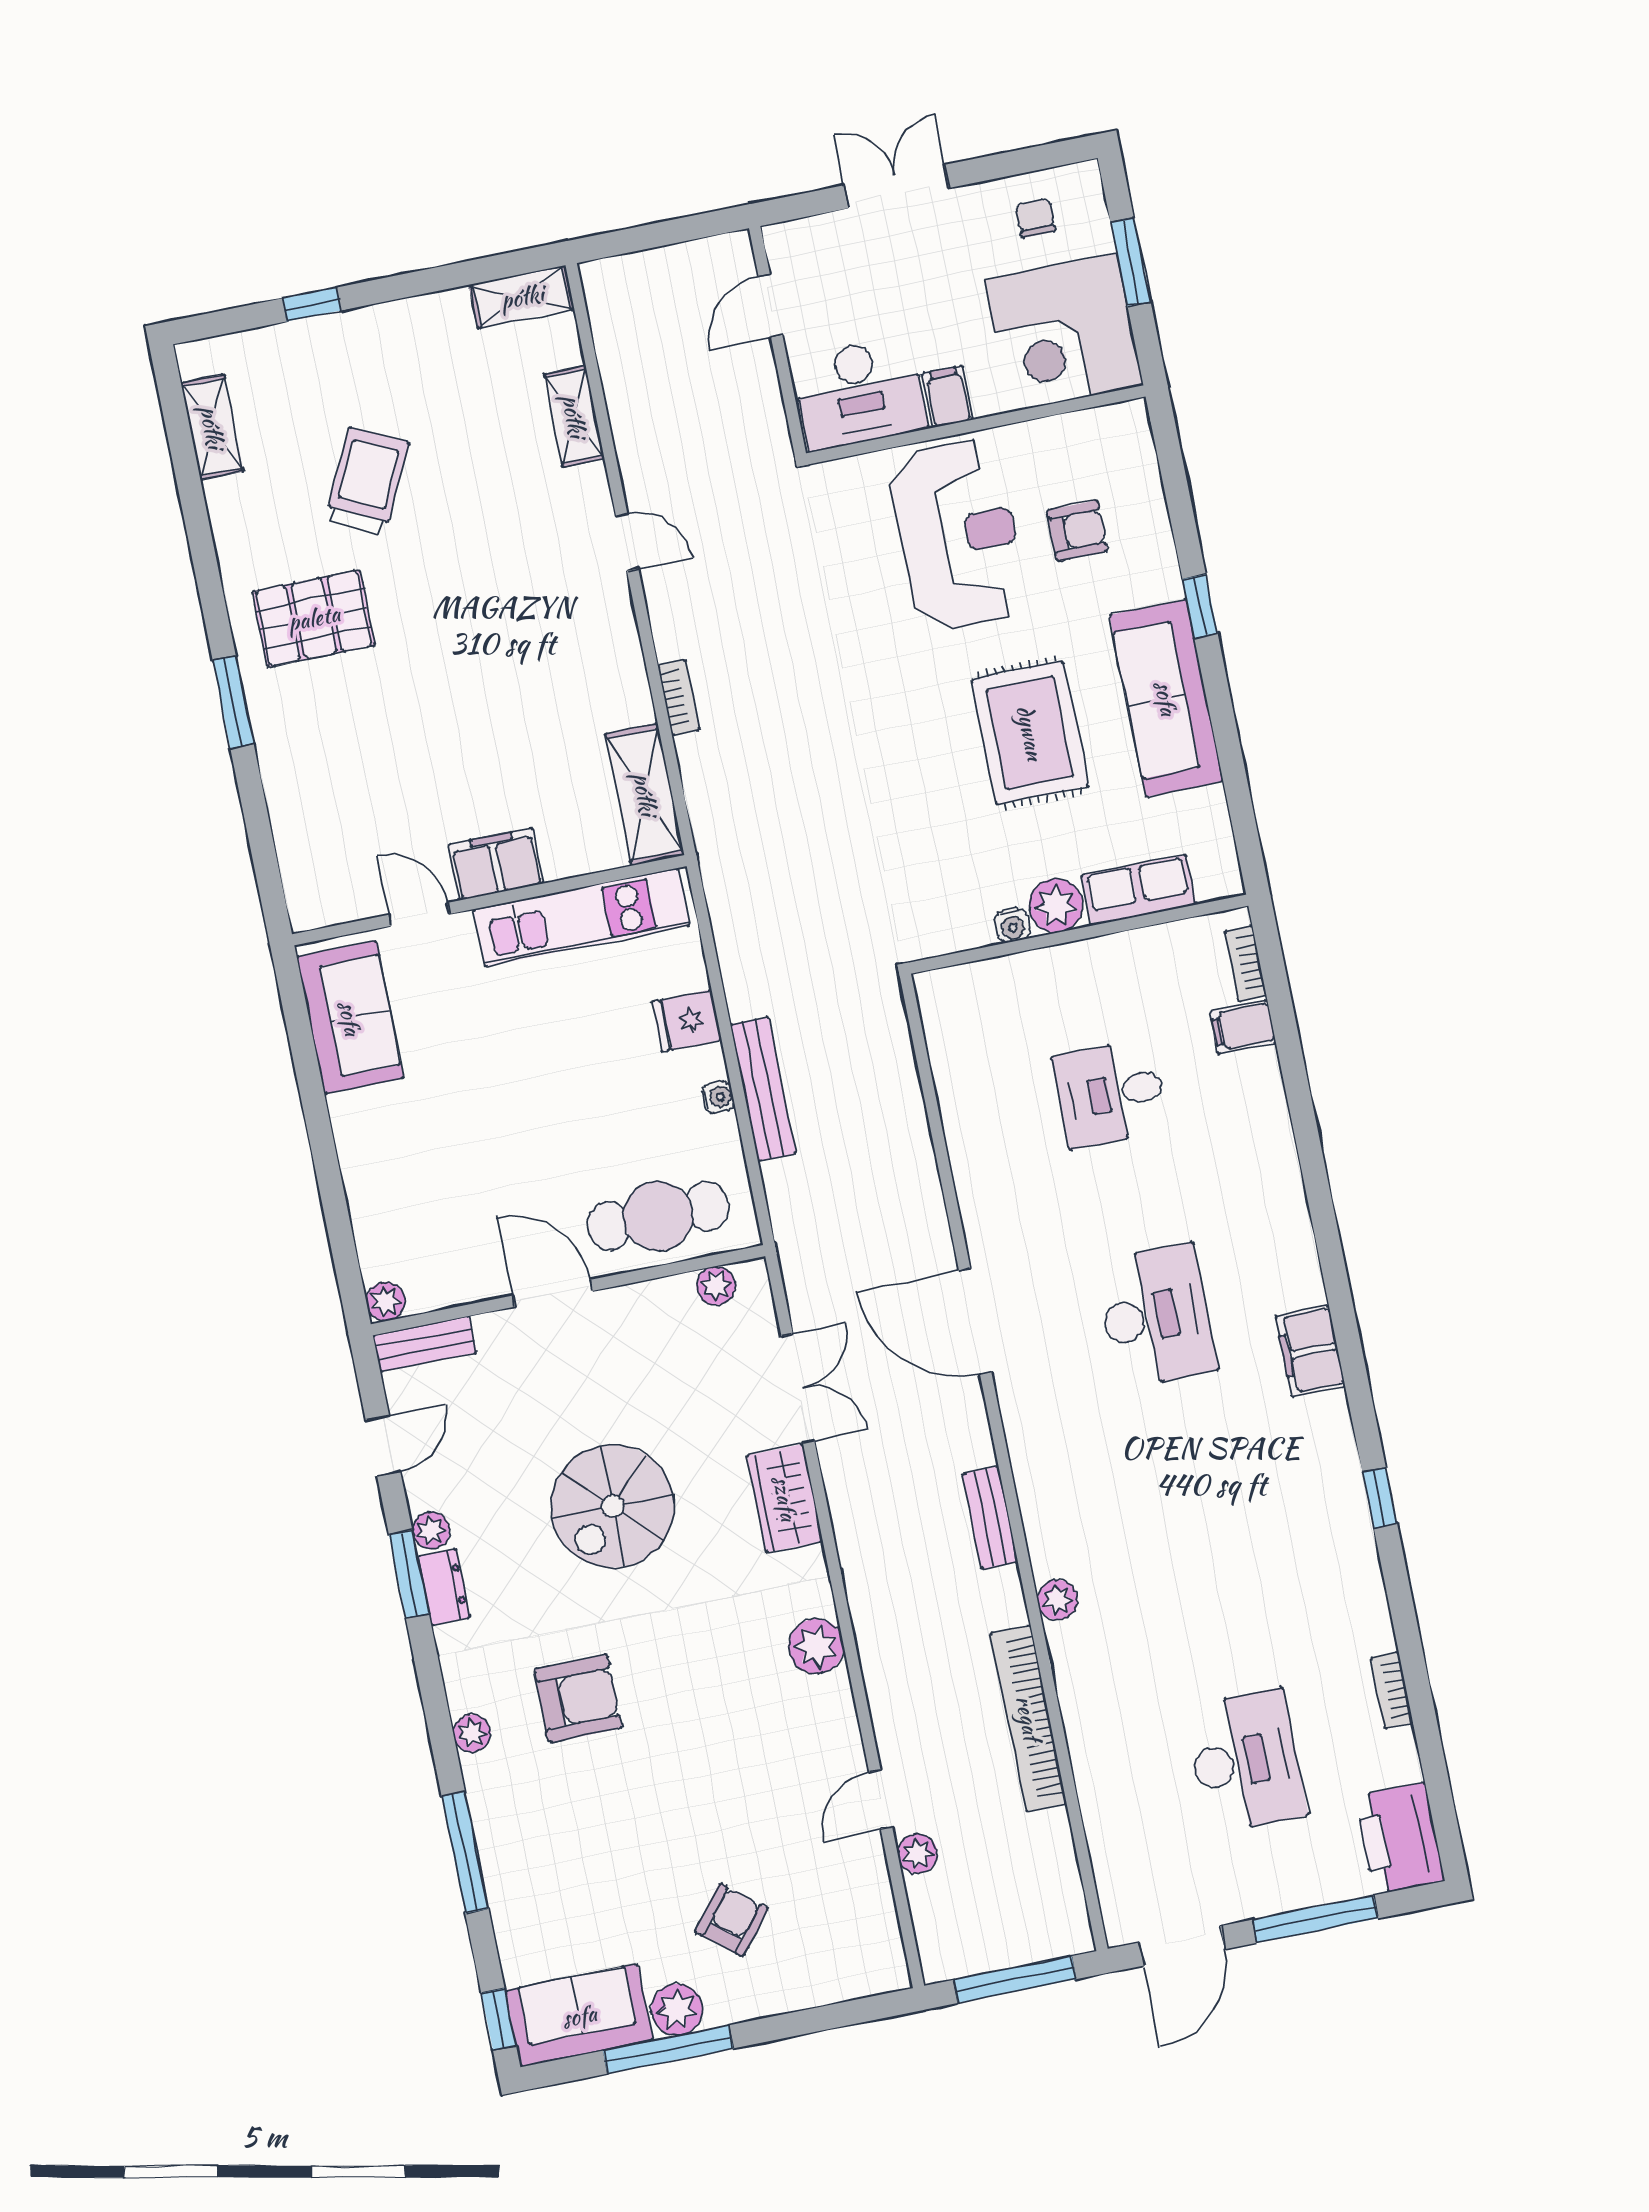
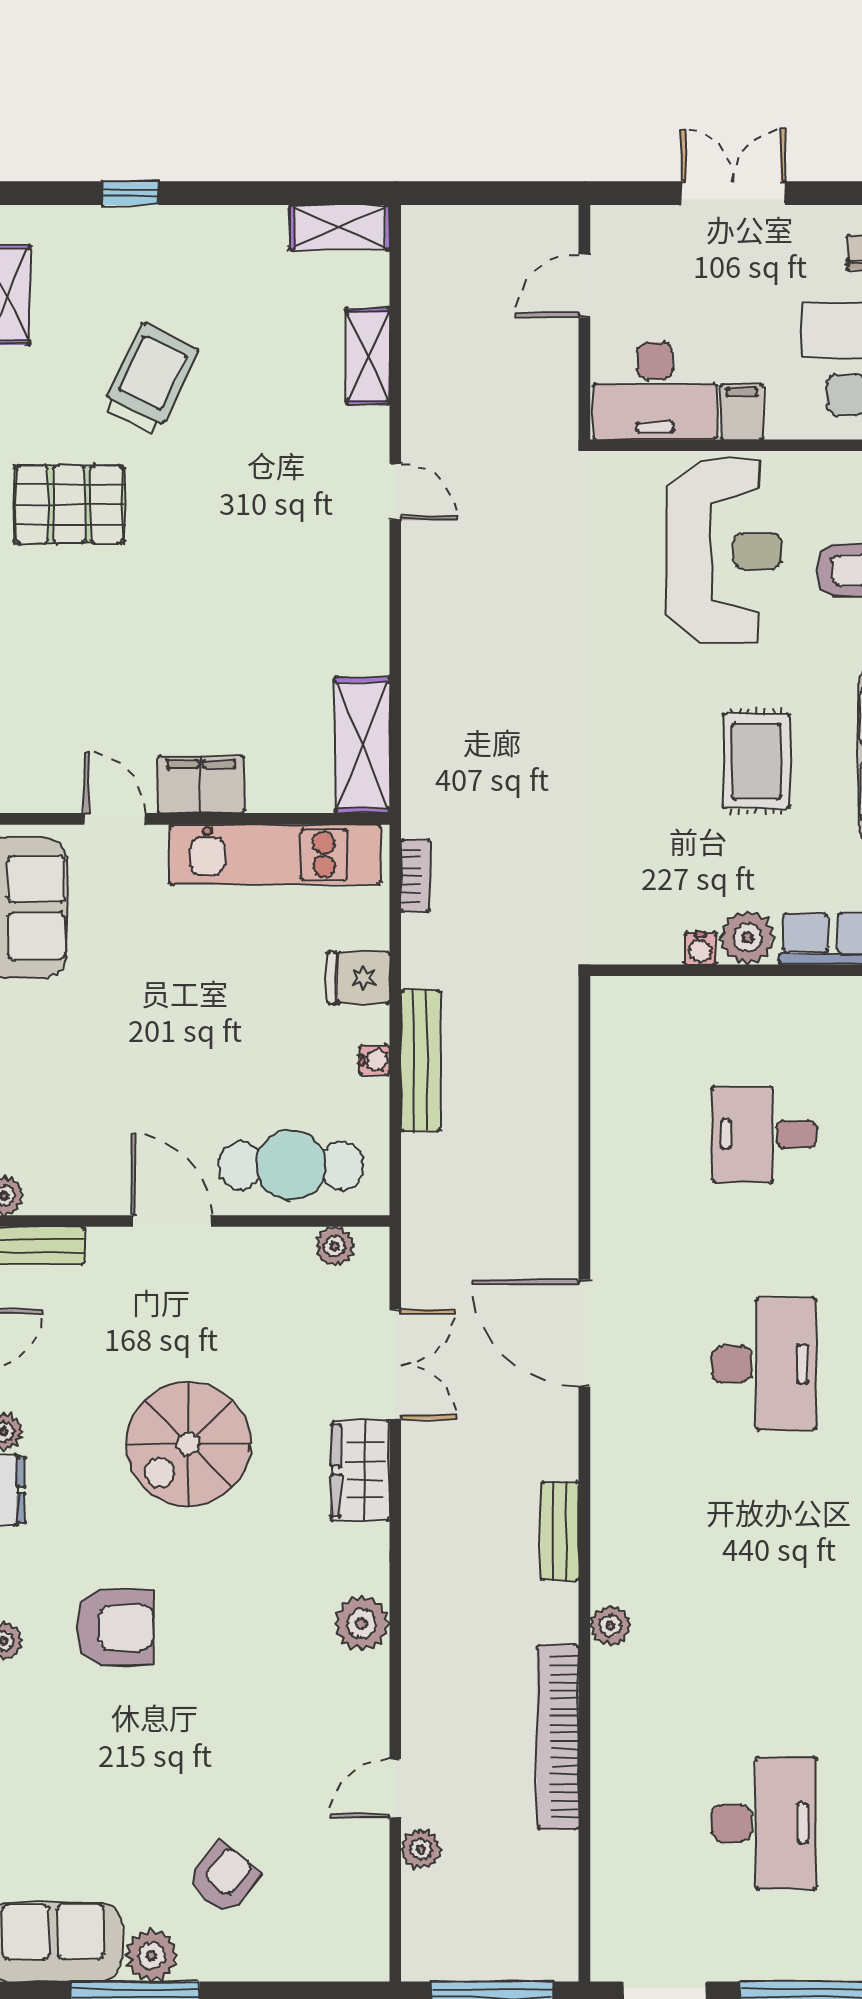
bookcase: (679, 697) -> (415, 875), moved
rug: (1030, 733) -> (756, 761), width x0.73, depth x0.70

